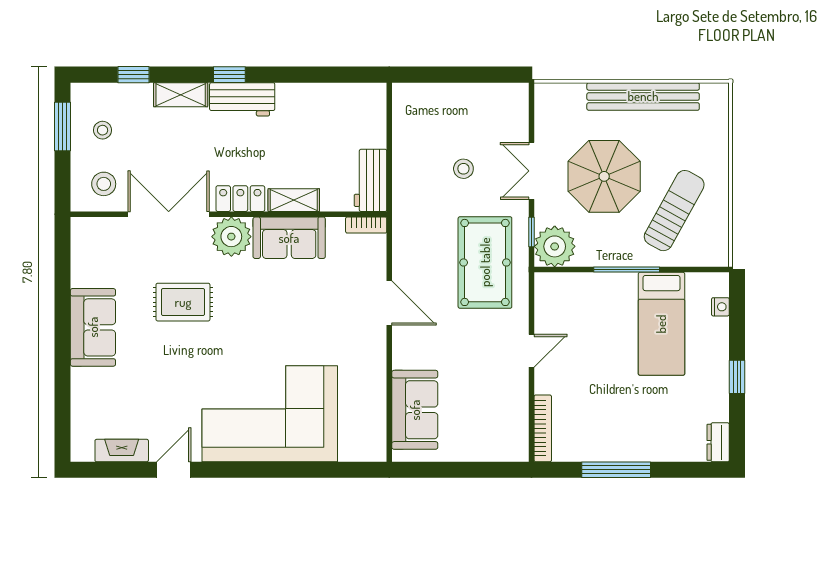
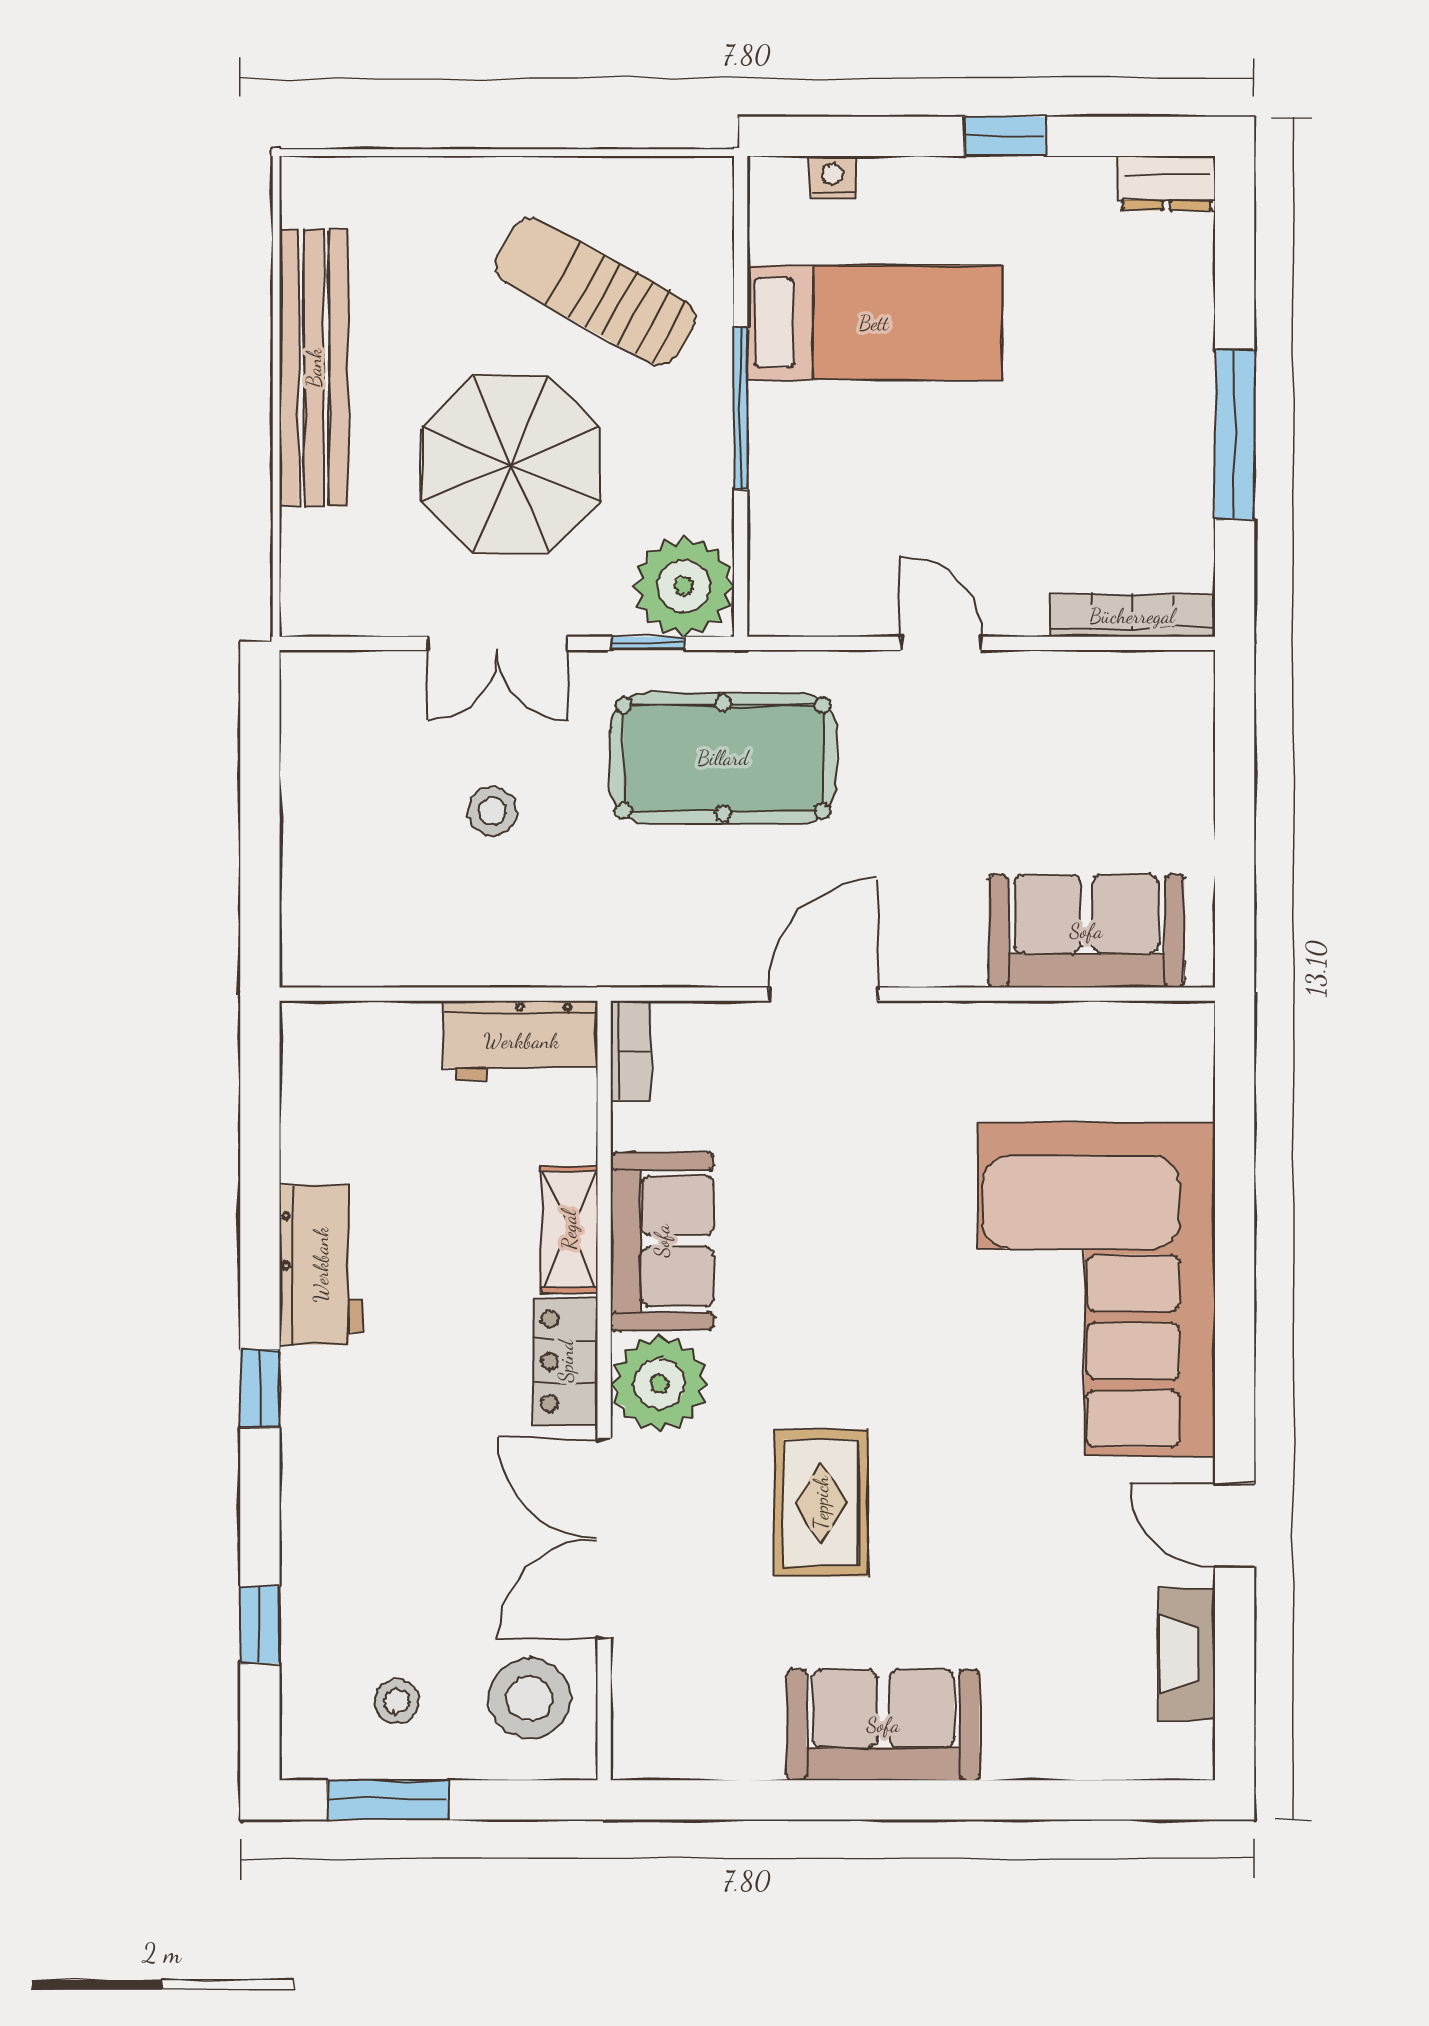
shelving: (181, 95) -> (309, 1509), removed
workbench: (242, 99) -> (321, 1265), moved
stool: (104, 184) -> (529, 1698), width x1.38, depth x1.38

